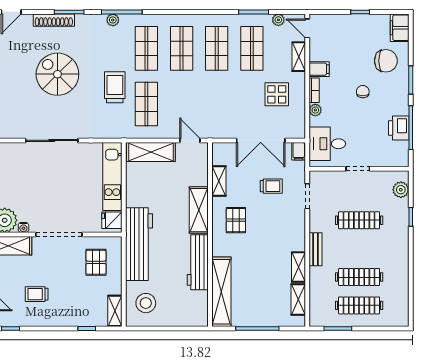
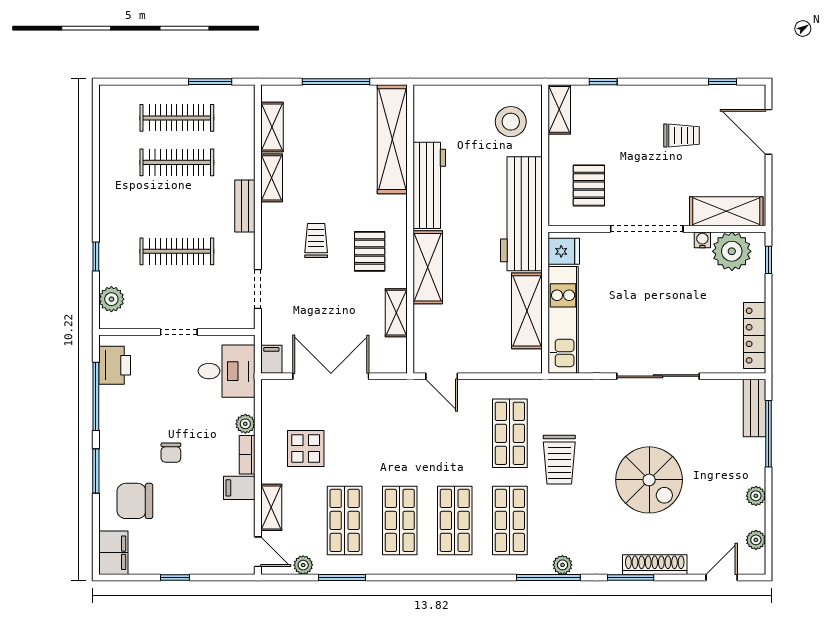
printer: (399, 128) -> (115, 365), moved
shelving: (151, 152) -> (527, 311), moved, turned 90
trolley: (271, 186) -> (316, 241), moved, turned 90

